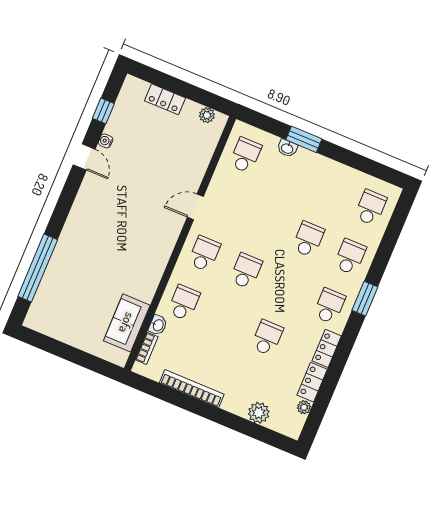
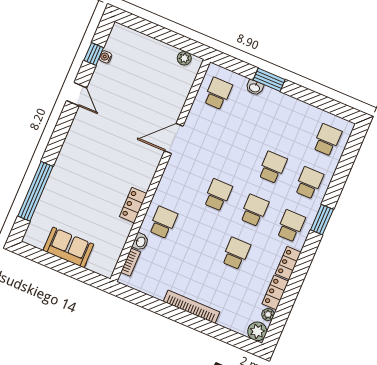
locker: (165, 99) -> (133, 205), moved, turned 90
water cooler: (106, 141) -> (105, 57), moved
door: (195, 207) -> (174, 138), width x1.38
school desk: (204, 254) -> (254, 210), moved
sofa: (127, 323) -> (68, 247), moved, turned 90
bookcase: (192, 389) -> (191, 307), moved
plant: (259, 413) -> (257, 331), moved

